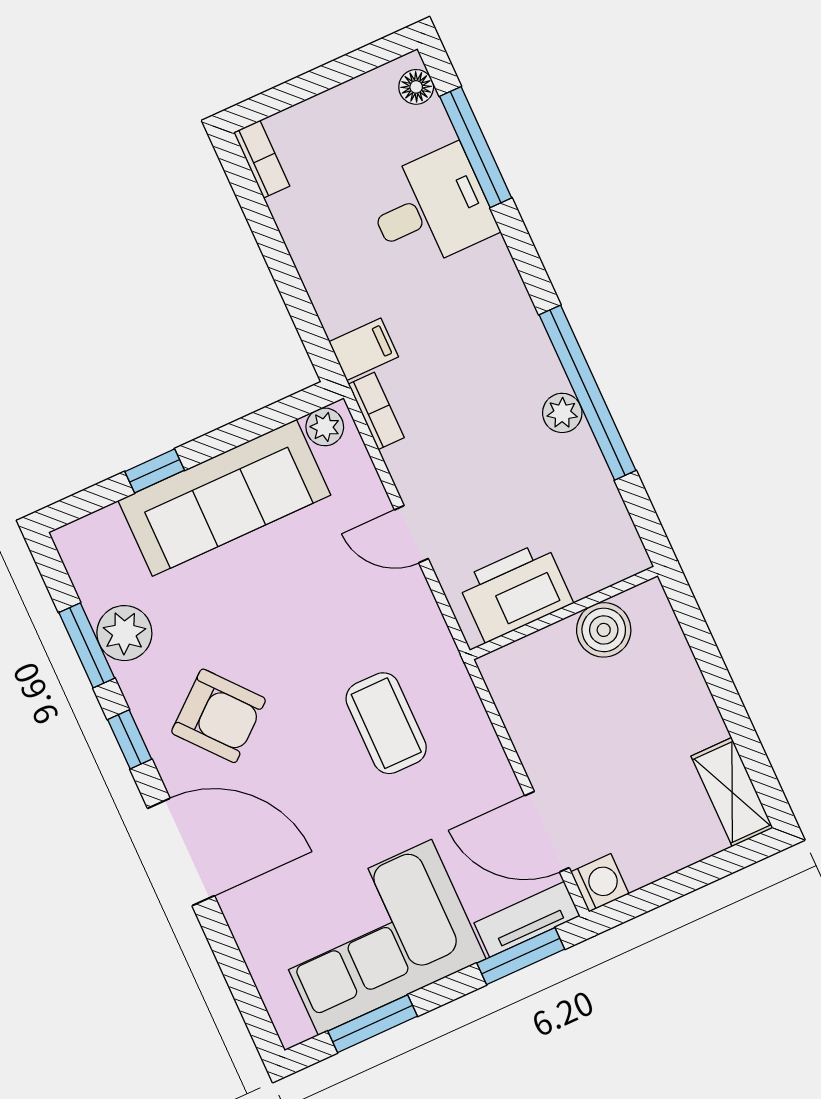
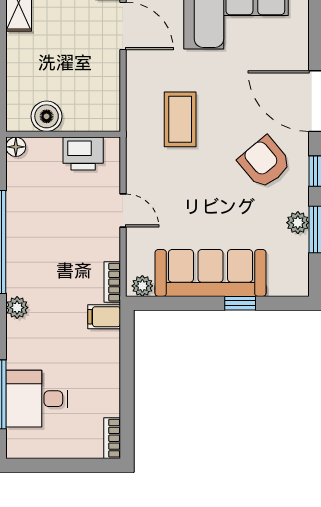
floor lamp: (416, 87) -> (16, 147), moved
desk: (431, 208) -> (37, 399), moved
plant: (562, 413) -> (17, 308), moved
printer: (515, 592) -> (83, 154), width x0.73, depth x0.84
plant: (124, 633) -> (298, 223), width x0.73, depth x0.73

